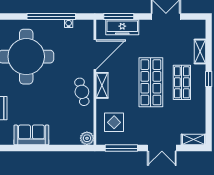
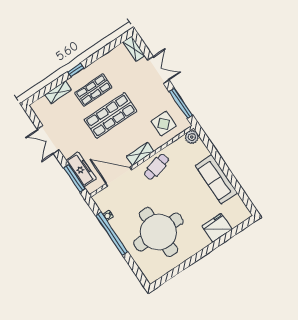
sofa: (31, 135) -> (216, 179), width x1.36

